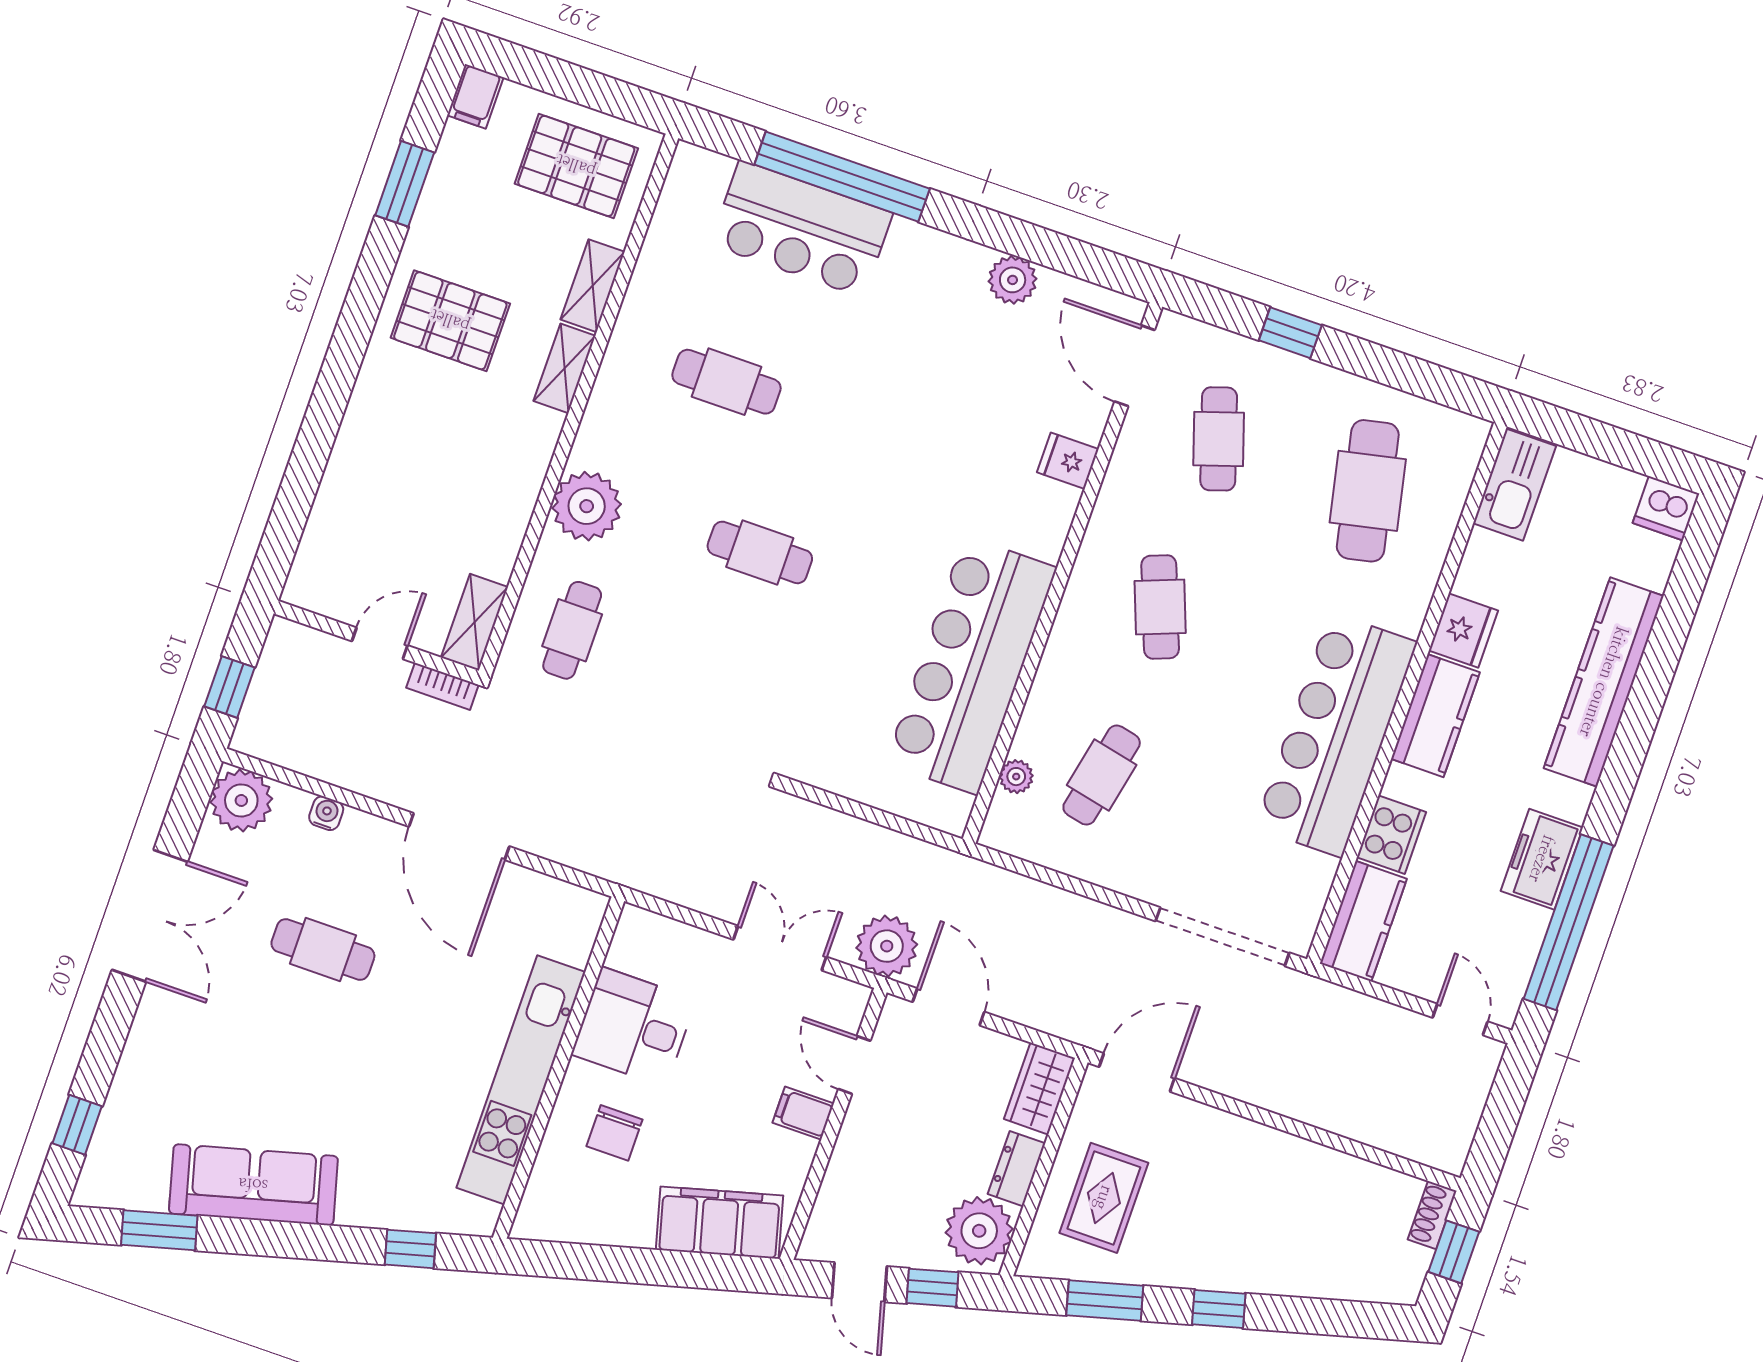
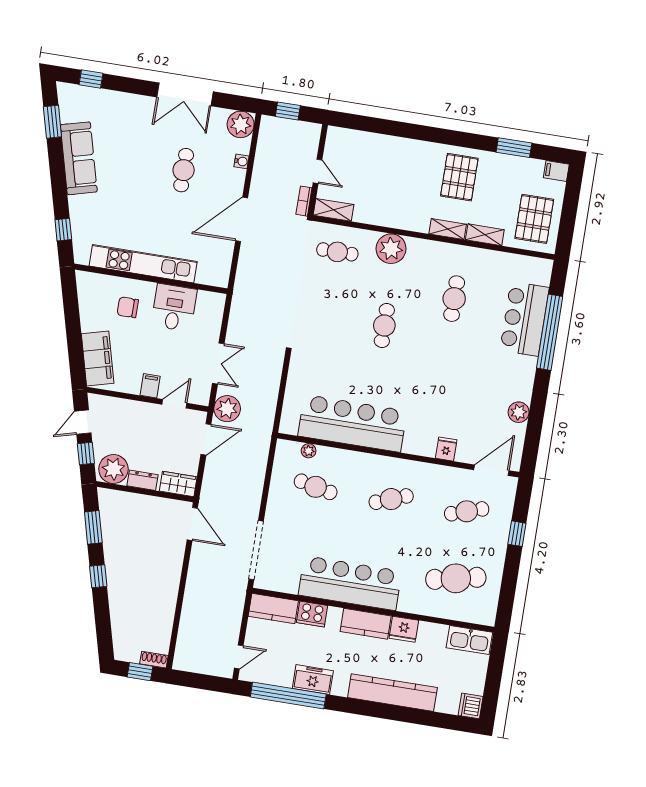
rug: (1104, 1198) -> (137, 519), removed

